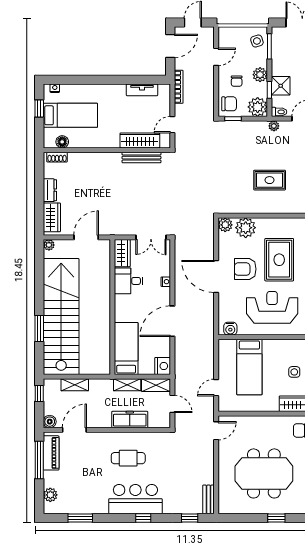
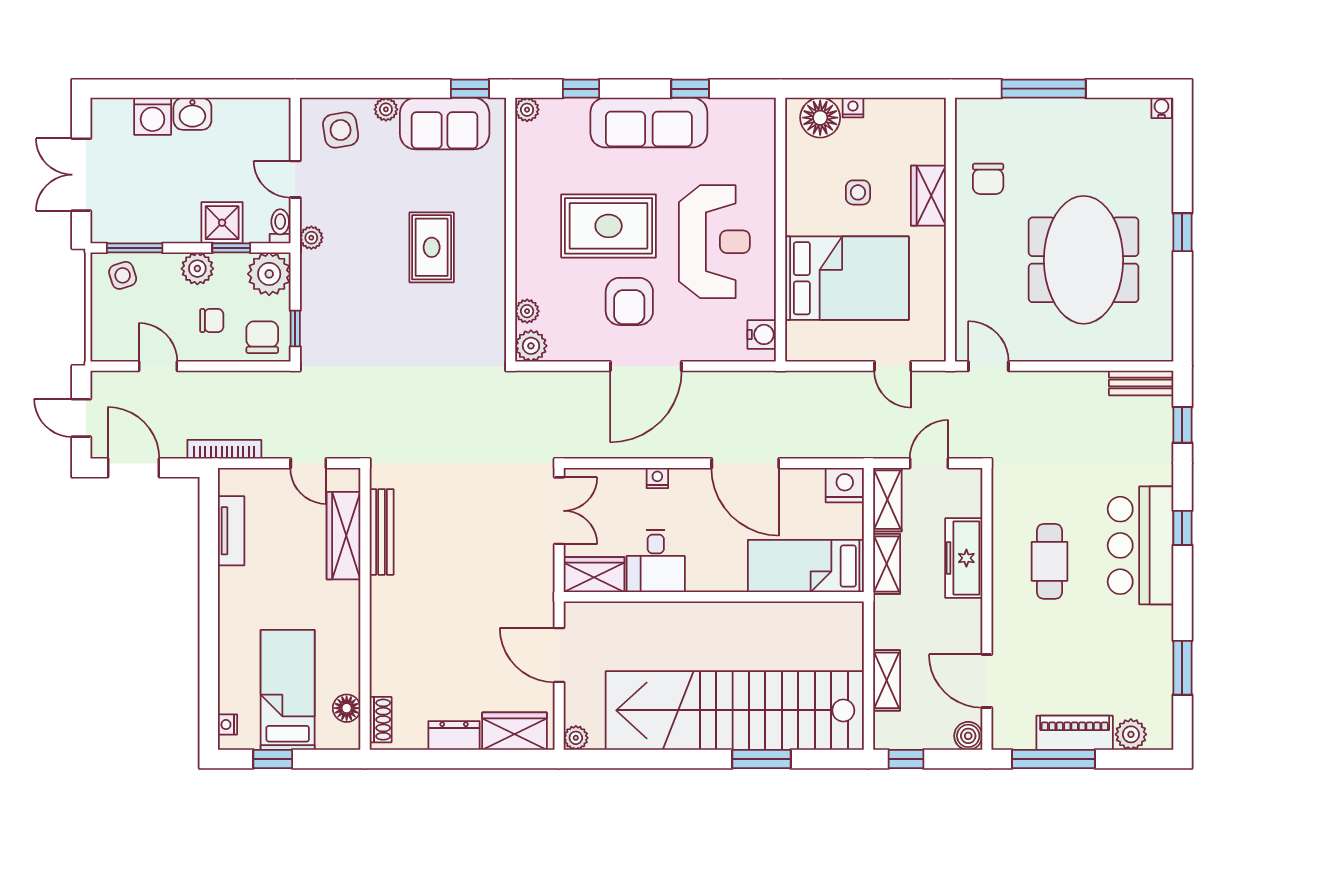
plant: (246, 228) -> (527, 311), width x0.53, depth x0.53
reception desk: (272, 307) -> (714, 242), turned 180
bed: (249, 367) -> (847, 278), width x1.50
piano: (51, 453) -> (1075, 733), moved

